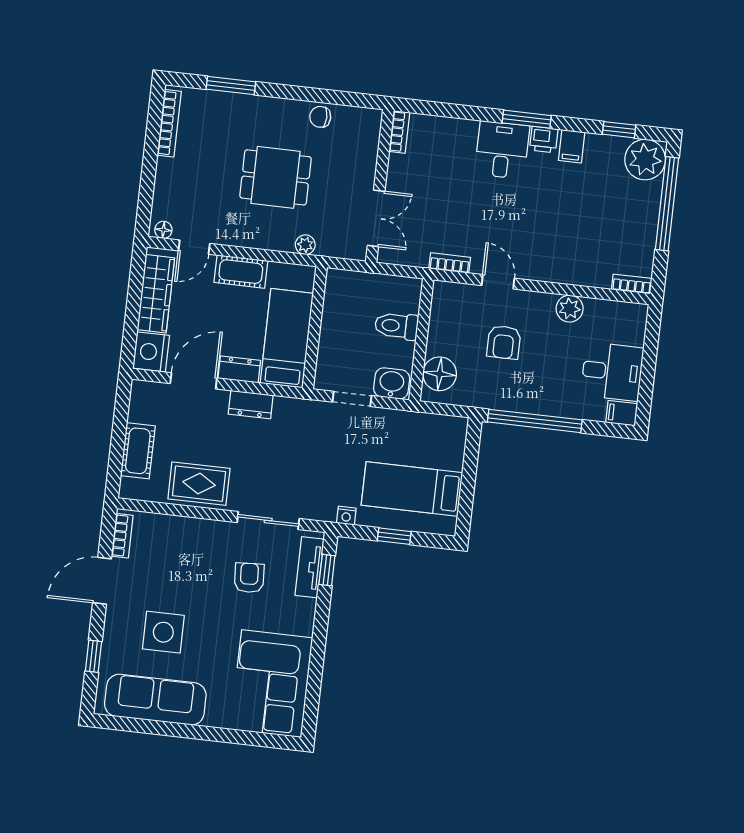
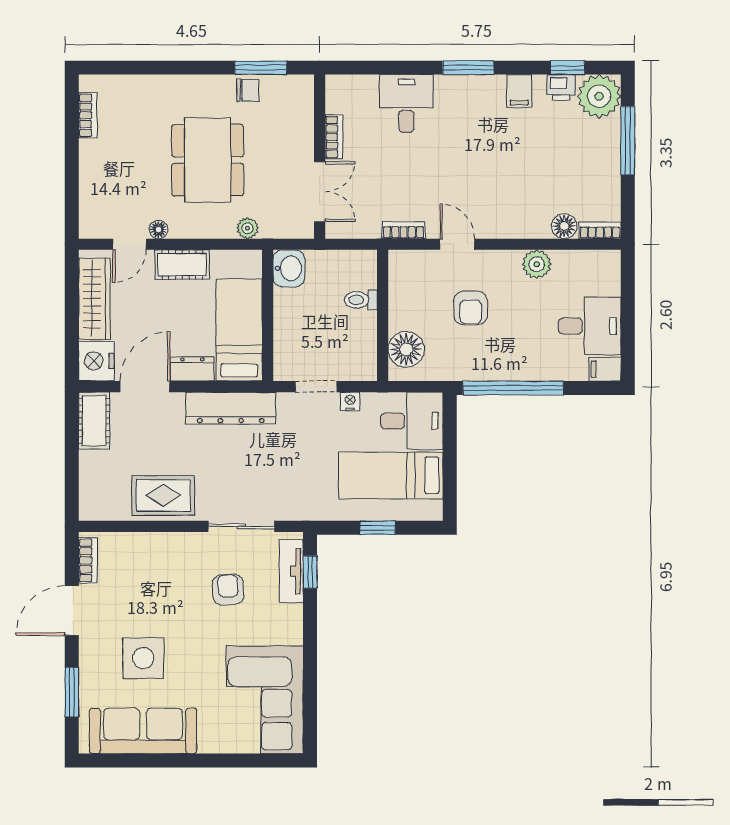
window: (231, 85) -> (261, 68), moved
chair: (320, 117) -> (248, 90), turned 180
bookcase: (169, 123) -> (88, 115), width x0.64
bookcase: (399, 132) -> (334, 137), moved
printer: (544, 140) -> (561, 87), moved
desk: (502, 150) -> (406, 103), moved
dining table: (276, 177) -> (208, 160), width x1.38
window: (667, 204) -> (628, 141), width x0.68
floor lamp: (163, 230) -> (158, 230), moved
floor lamp: (599, 276) -> (564, 226), added
toilet: (396, 326) -> (361, 300), width x0.73, depth x0.72
washbasin: (392, 383) -> (289, 268), moved, turned 90
dresser: (251, 405) -> (231, 408), width x1.96, depth x1.24
desk: (437, 441) -> (412, 421), added
cot: (138, 451) -> (94, 421), moved
nightstand: (346, 516) -> (350, 401), moved, turned 180
window: (93, 656) -> (72, 692), width x1.50

